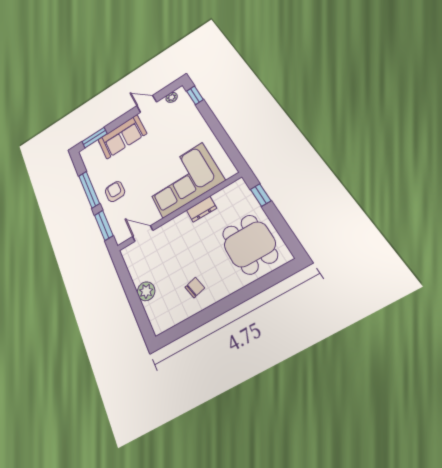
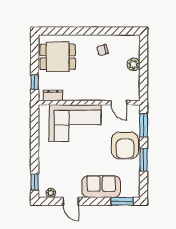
window: (89, 189) -> (144, 160), width x0.69
armchair: (115, 192) -> (125, 145), width x1.88, depth x1.88
dresser: (201, 209) -> (53, 95), moved
dining table: (250, 244) -> (58, 57), turned 90

